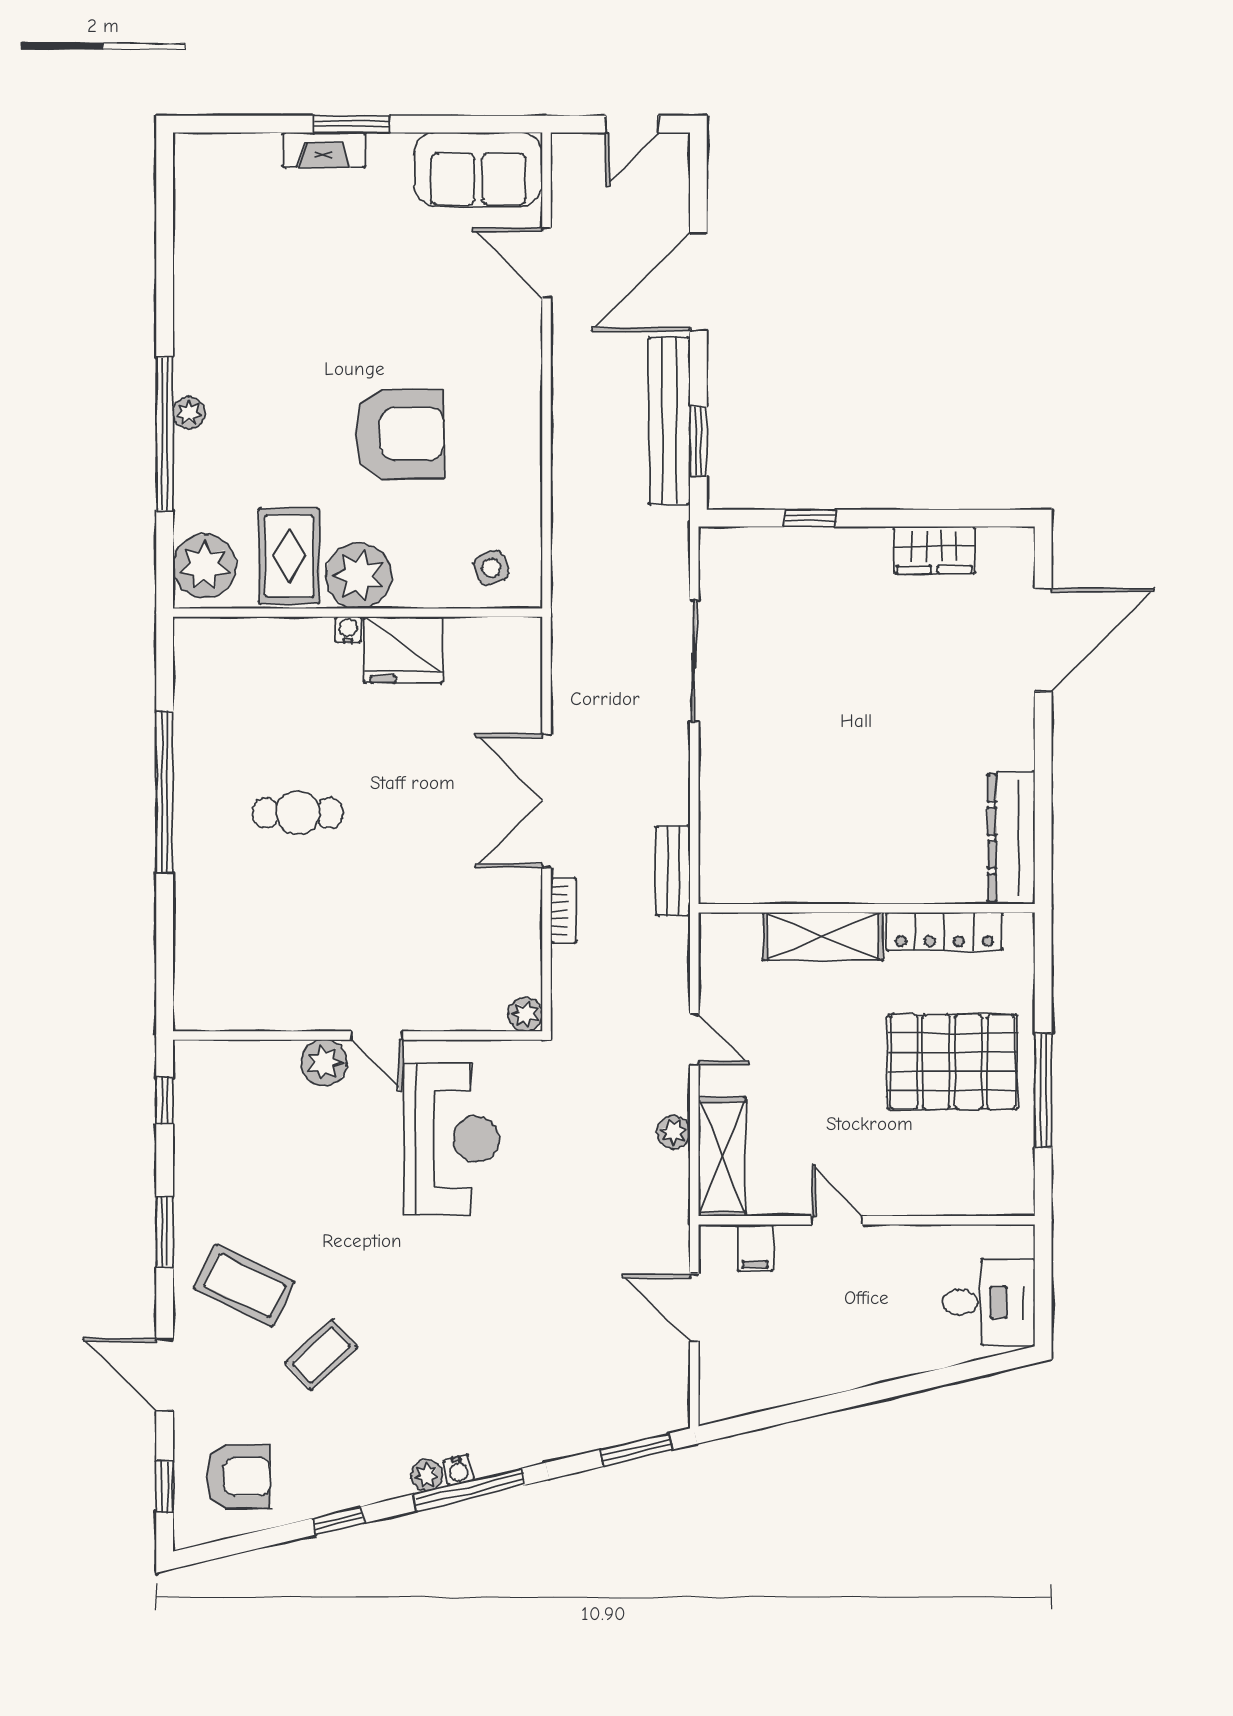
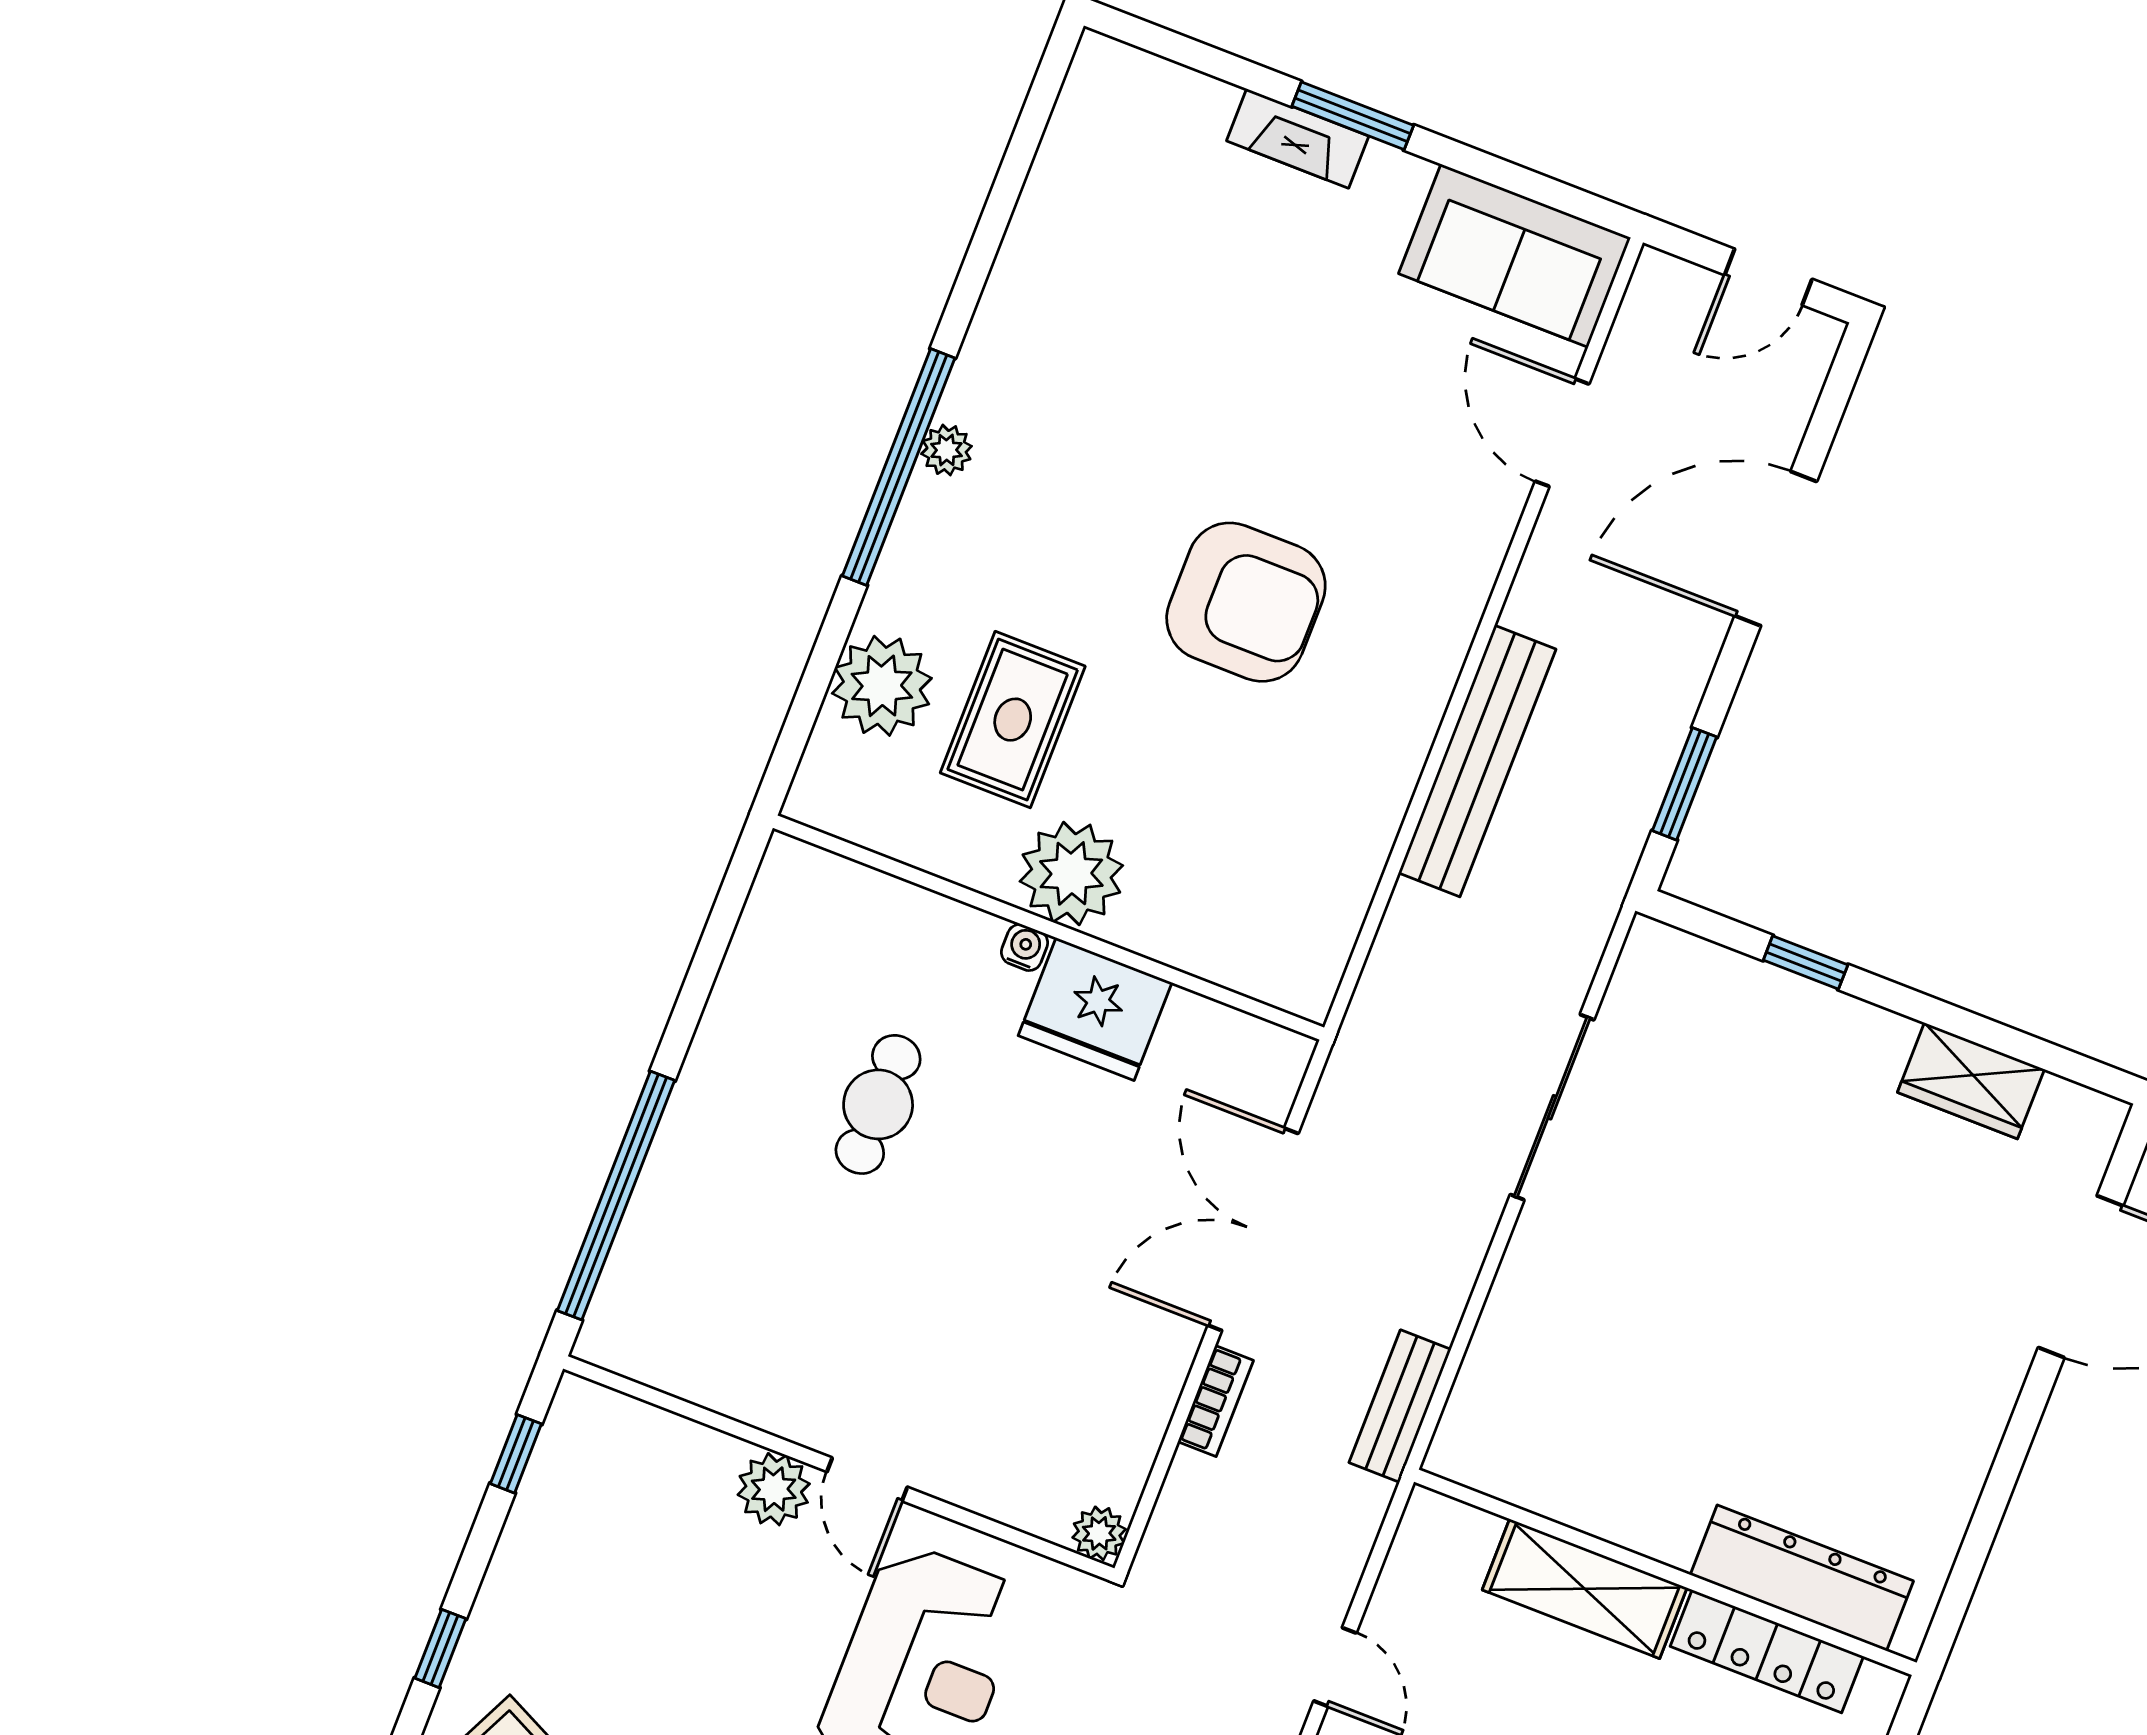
bench: (669, 421) -> (1477, 761), moved
side table: (491, 568) -> (1305, 853), removed
plant: (359, 576) -> (1071, 873), moved
wall: (358, 613) -> (1049, 928), moved
water cooler: (348, 630) -> (1025, 947), moved
fridge: (403, 650) -> (1095, 1009), moved
window: (165, 792) -> (616, 1196), moved
cafe table: (298, 813) -> (878, 1104), turned 90
dresser: (1011, 838) -> (1802, 1578), moved, turned 90
window: (165, 1232) -> (440, 1648), width x0.67

